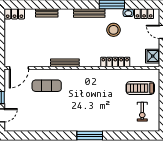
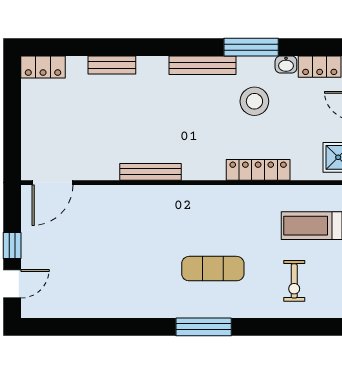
exercise mat: (47, 86) -> (213, 269), moved
exercise bike: (142, 112) -> (294, 281), moved

